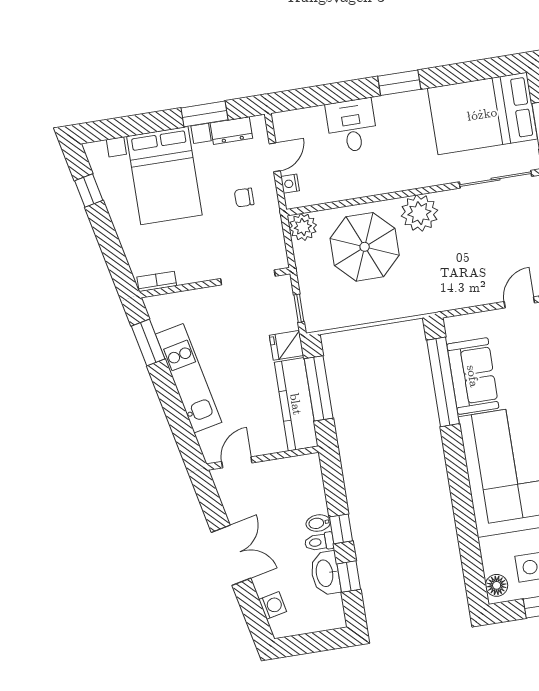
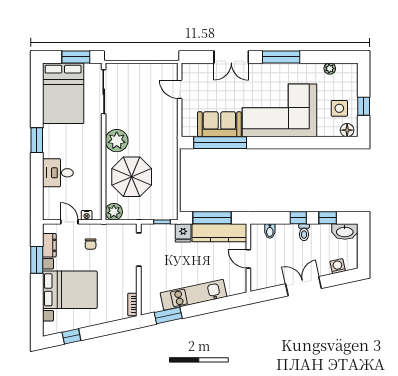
door: (237, 462) -> (248, 259), moved
bidet: (318, 523) -> (270, 231), moved
washbasin: (325, 573) -> (345, 232), moved

